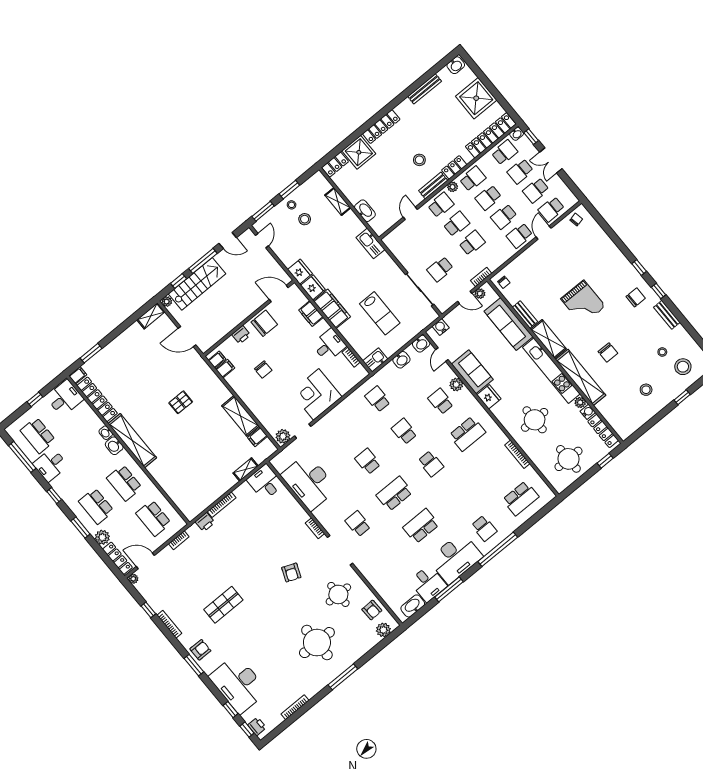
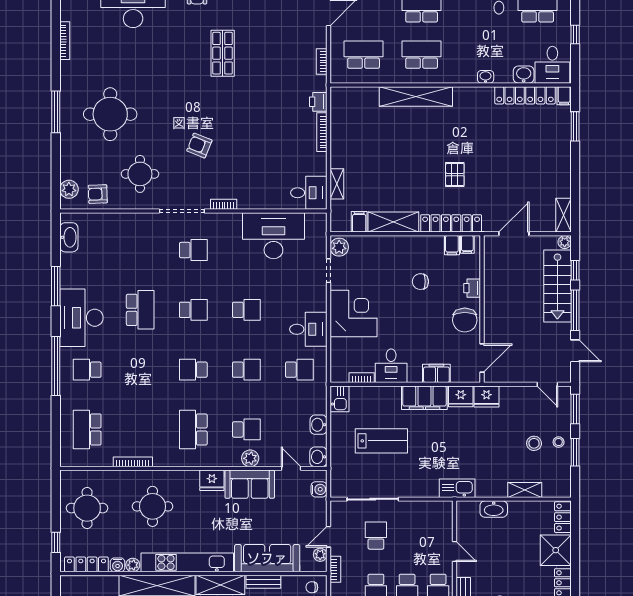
door: (228, 241) -> (575, 351), swing flipped
lab bench: (380, 313) -> (381, 441), turned 180
locker: (212, 380) -> (451, 223), added
shelving: (132, 441) -> (416, 96), moved
washbasin: (114, 446) -> (524, 75), moved
school desk: (394, 494) -> (193, 310), width x0.54
desk: (428, 583) -> (308, 329), moved, turned 180

